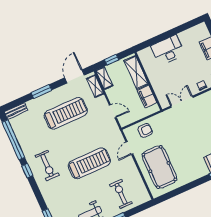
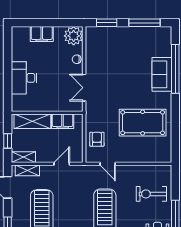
pool table: (159, 167) -> (143, 123), moved

